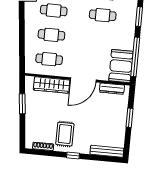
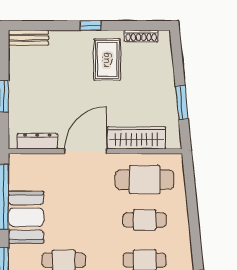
cafe table: (49, 59) -> (145, 180), width x1.37, depth x1.35
booth: (121, 66) -> (26, 217), moved
bench: (107, 151) -> (28, 38), width x0.73

